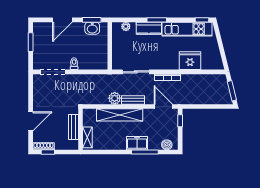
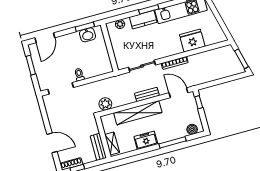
door: (62, 20) -> (45, 38), moved
plant: (115, 98) -> (105, 104), moved
door: (31, 121) -> (52, 143), hinge flipped
bench: (73, 127) -> (98, 147), moved
freezer: (137, 143) -> (146, 140), moved

